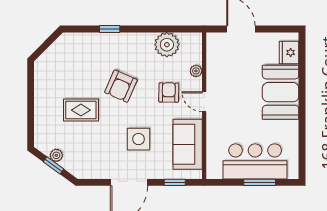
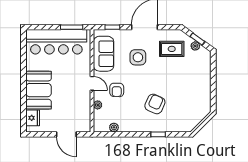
plant: (167, 45) -> (114, 127), width x0.53, depth x0.53
armchair: (121, 86) -> (155, 104), moved
rug: (81, 110) -> (172, 49), moved
bar counter: (255, 161) -> (56, 42), width x1.36
window: (260, 182) -> (72, 27), moved

